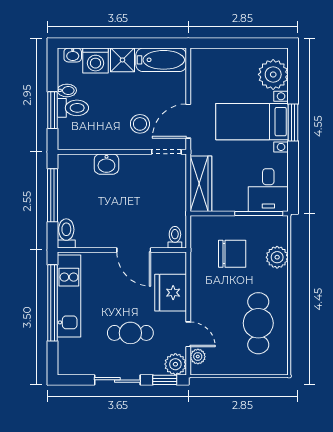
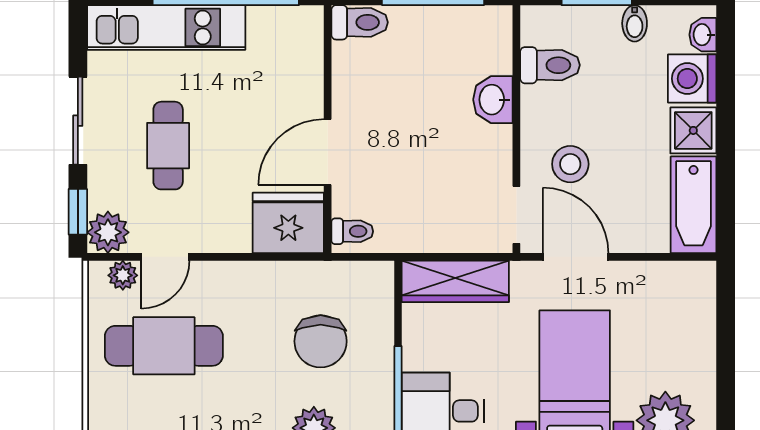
toilet: (73, 108) -> (550, 65), moved, turned -90
fridge: (171, 293) -> (288, 223), moved
kitchen unit: (69, 296) -> (166, 27), moved
cafe table: (258, 323) -> (164, 346), moved

